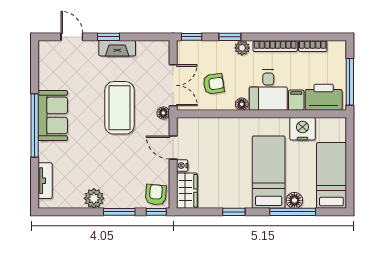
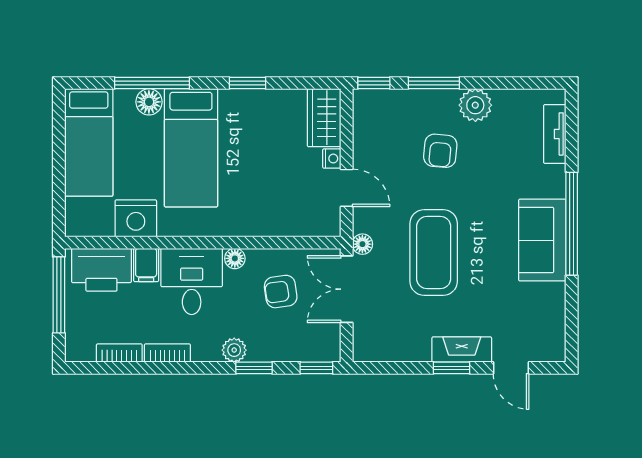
bookcase: (275, 46) -> (167, 353), width x0.64
fireplace: (117, 48) -> (462, 349), moved
armchair: (156, 195) -> (440, 151), moved

